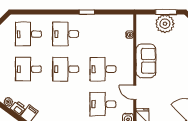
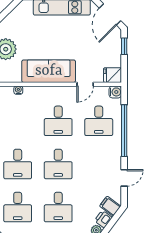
sofa: (146, 61) -> (49, 71), width x1.36

